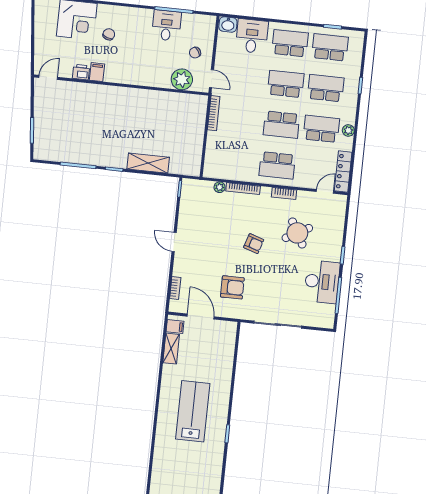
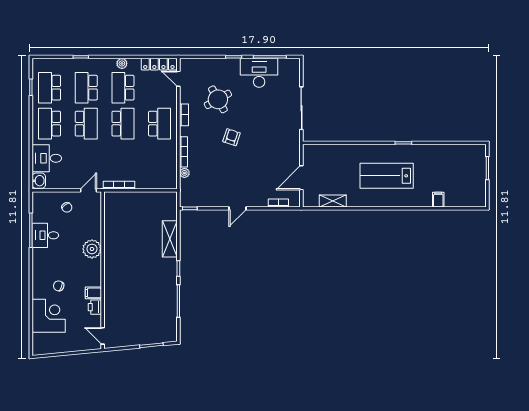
plant: (182, 79) -> (92, 249), moved
school desk: (286, 84) -> (86, 124), turned 180
armchair: (232, 287) -> (273, 152), removed
filing cabinet: (175, 326) -> (438, 200), moved

